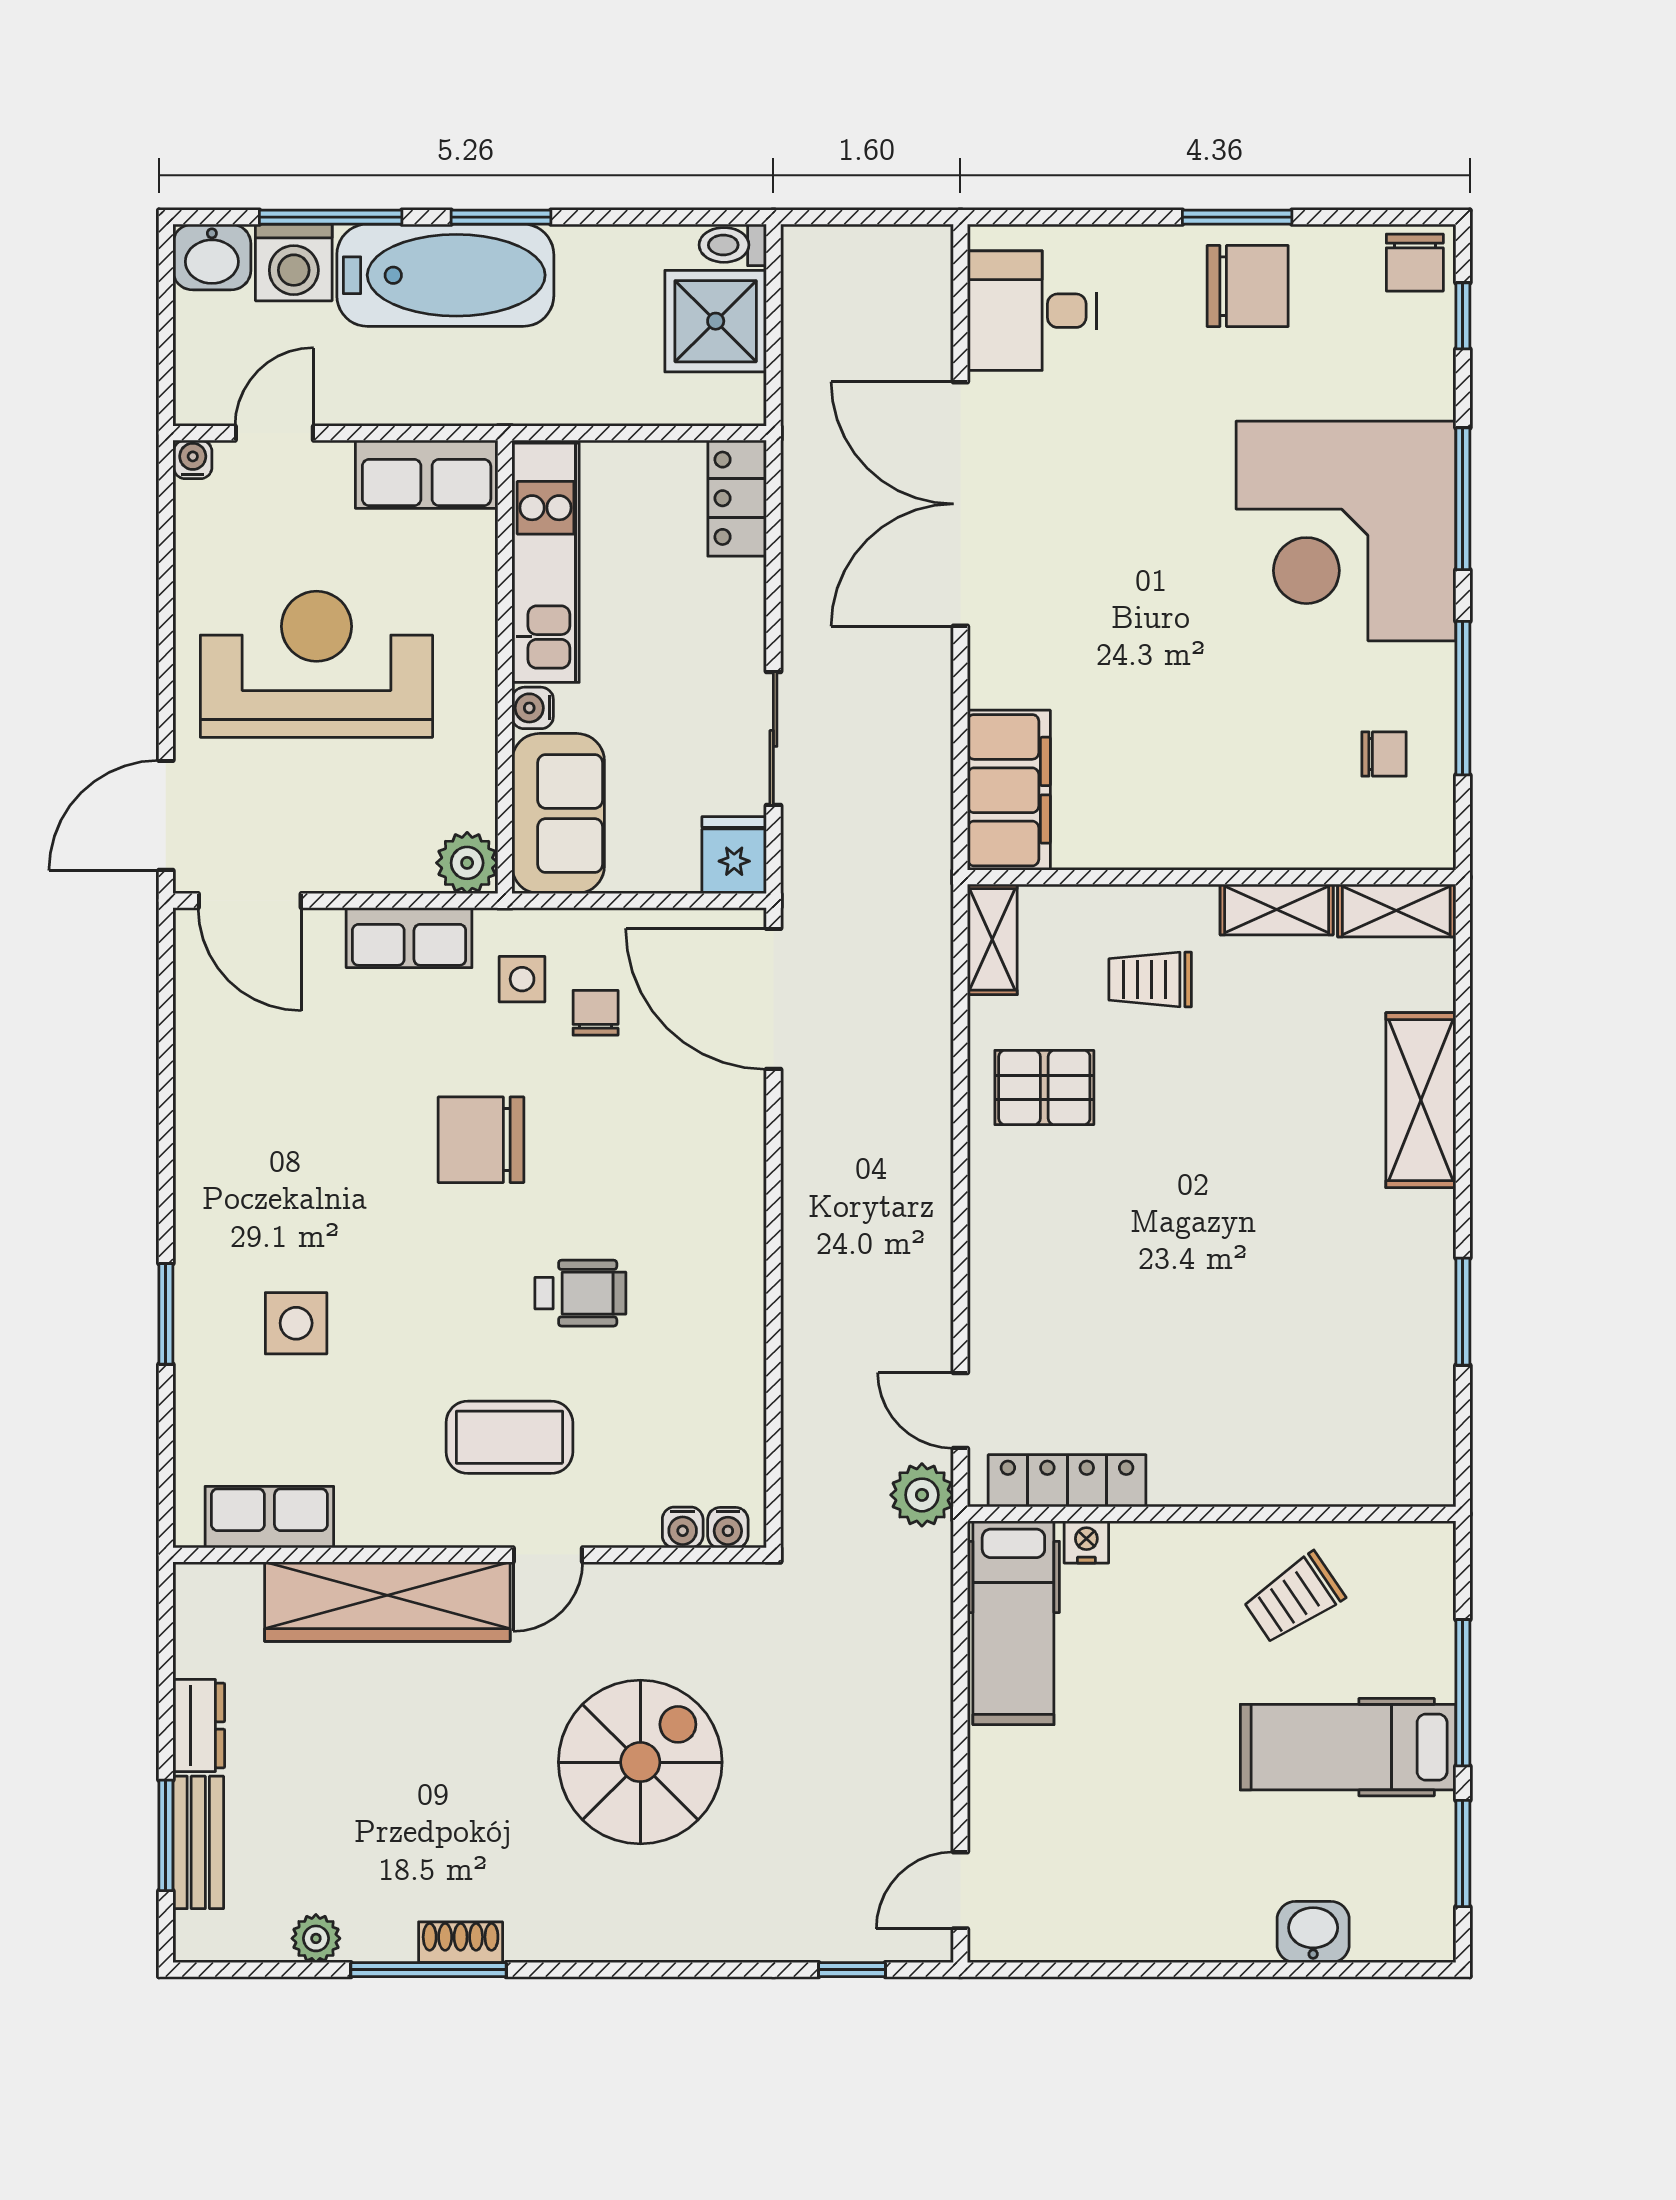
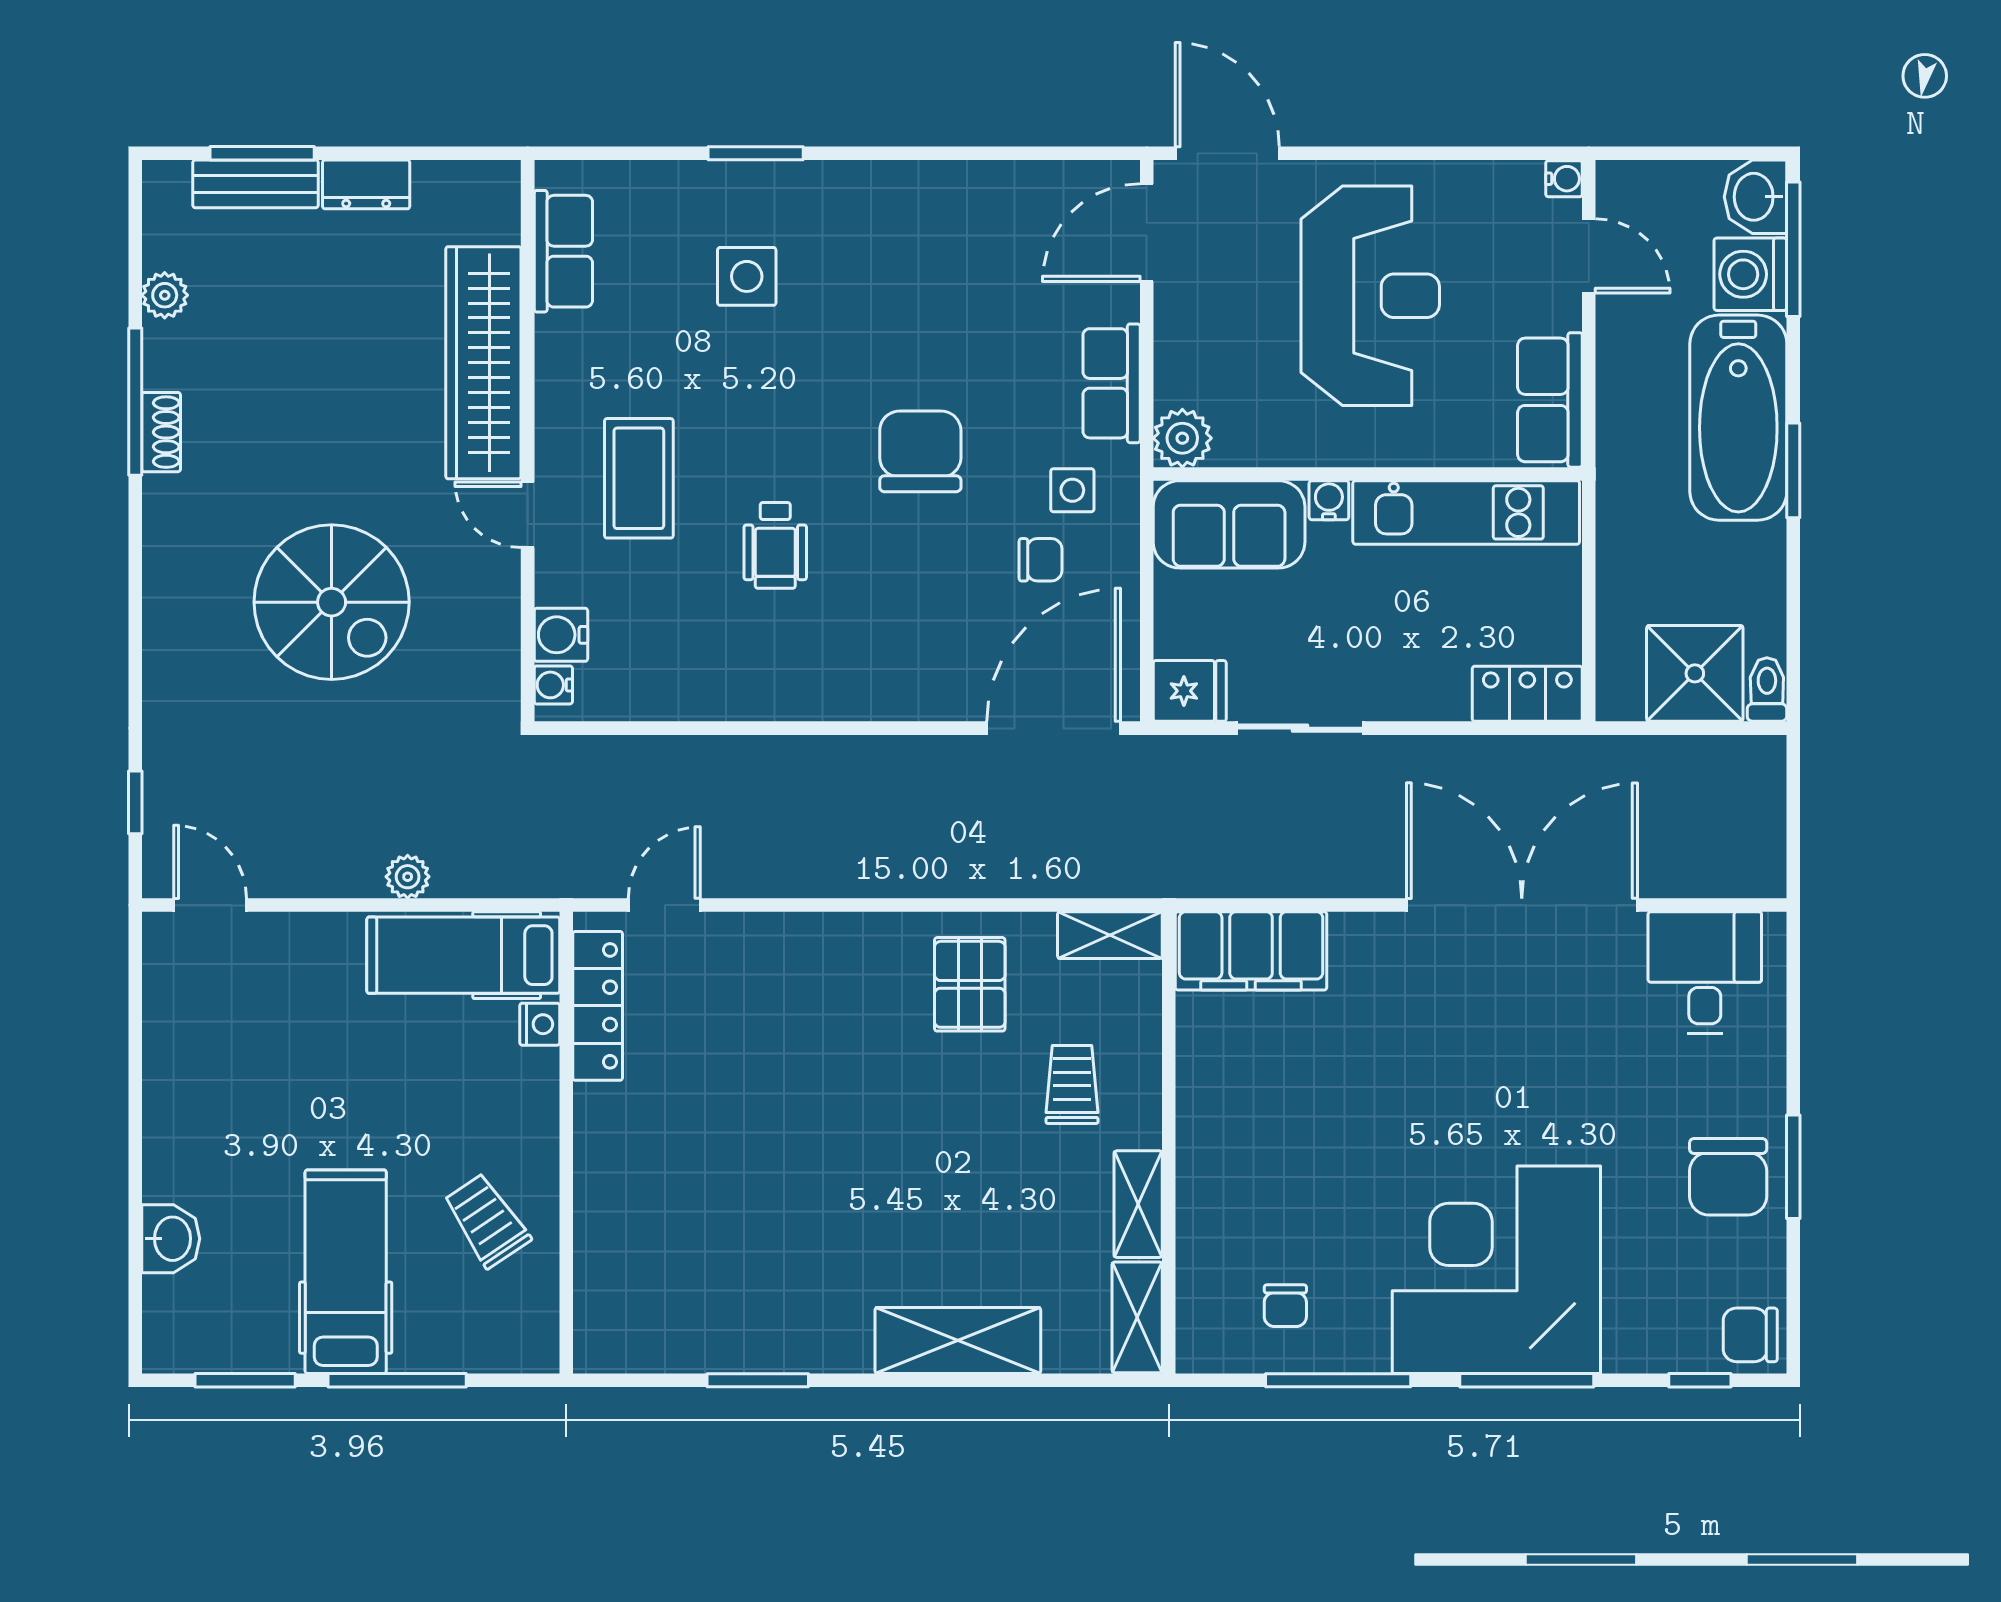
window: (331, 217) -> (1793, 249), moved
plant: (922, 1495) -> (408, 877), moved, width x0.73, depth x0.73
water cooler: (683, 1527) -> (561, 635), width x1.38, depth x1.38

